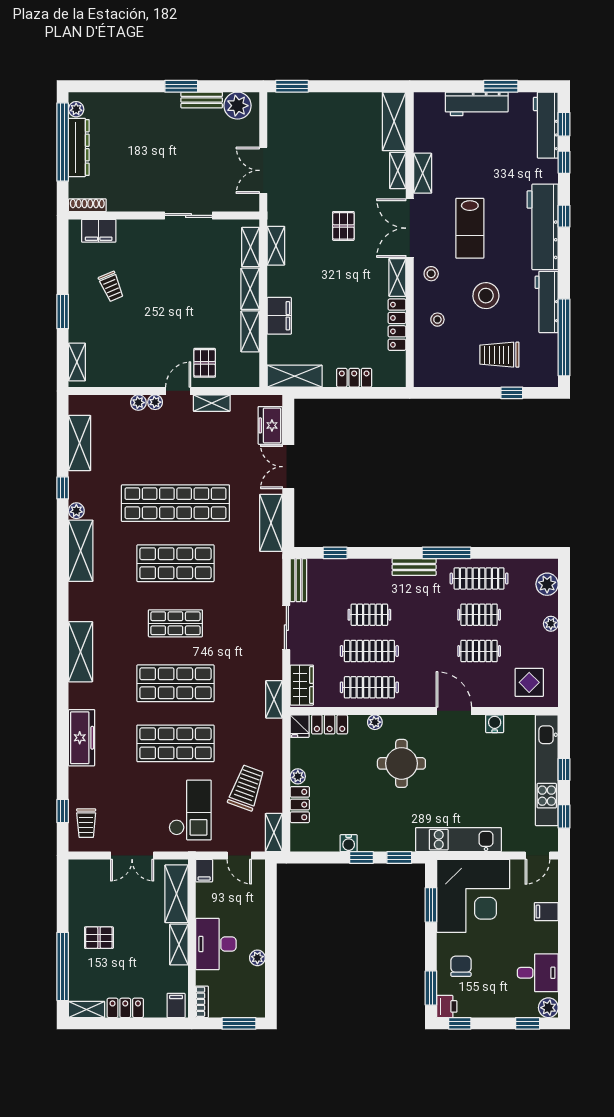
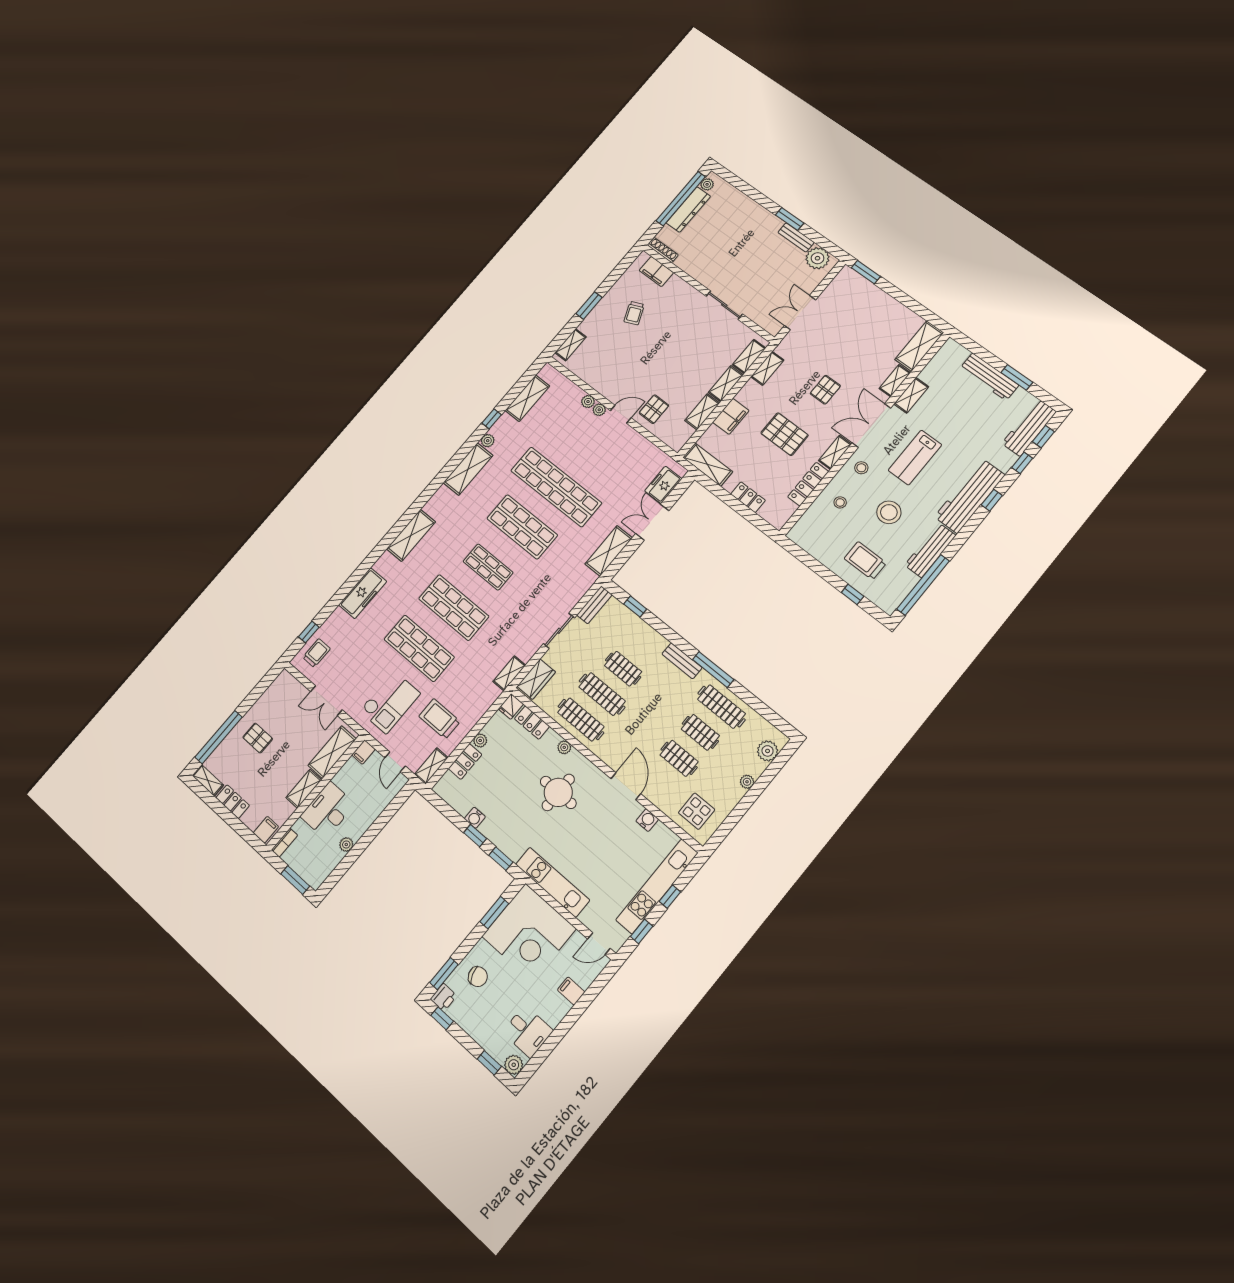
pallet: (340, 295) -> (785, 434), added
shelving: (212, 403) -> (636, 439), removed
trolley: (246, 788) -> (439, 719), turned -110
trolley: (86, 823) -> (316, 653), turned 180
chair: (461, 966) -> (478, 977), turned 71

